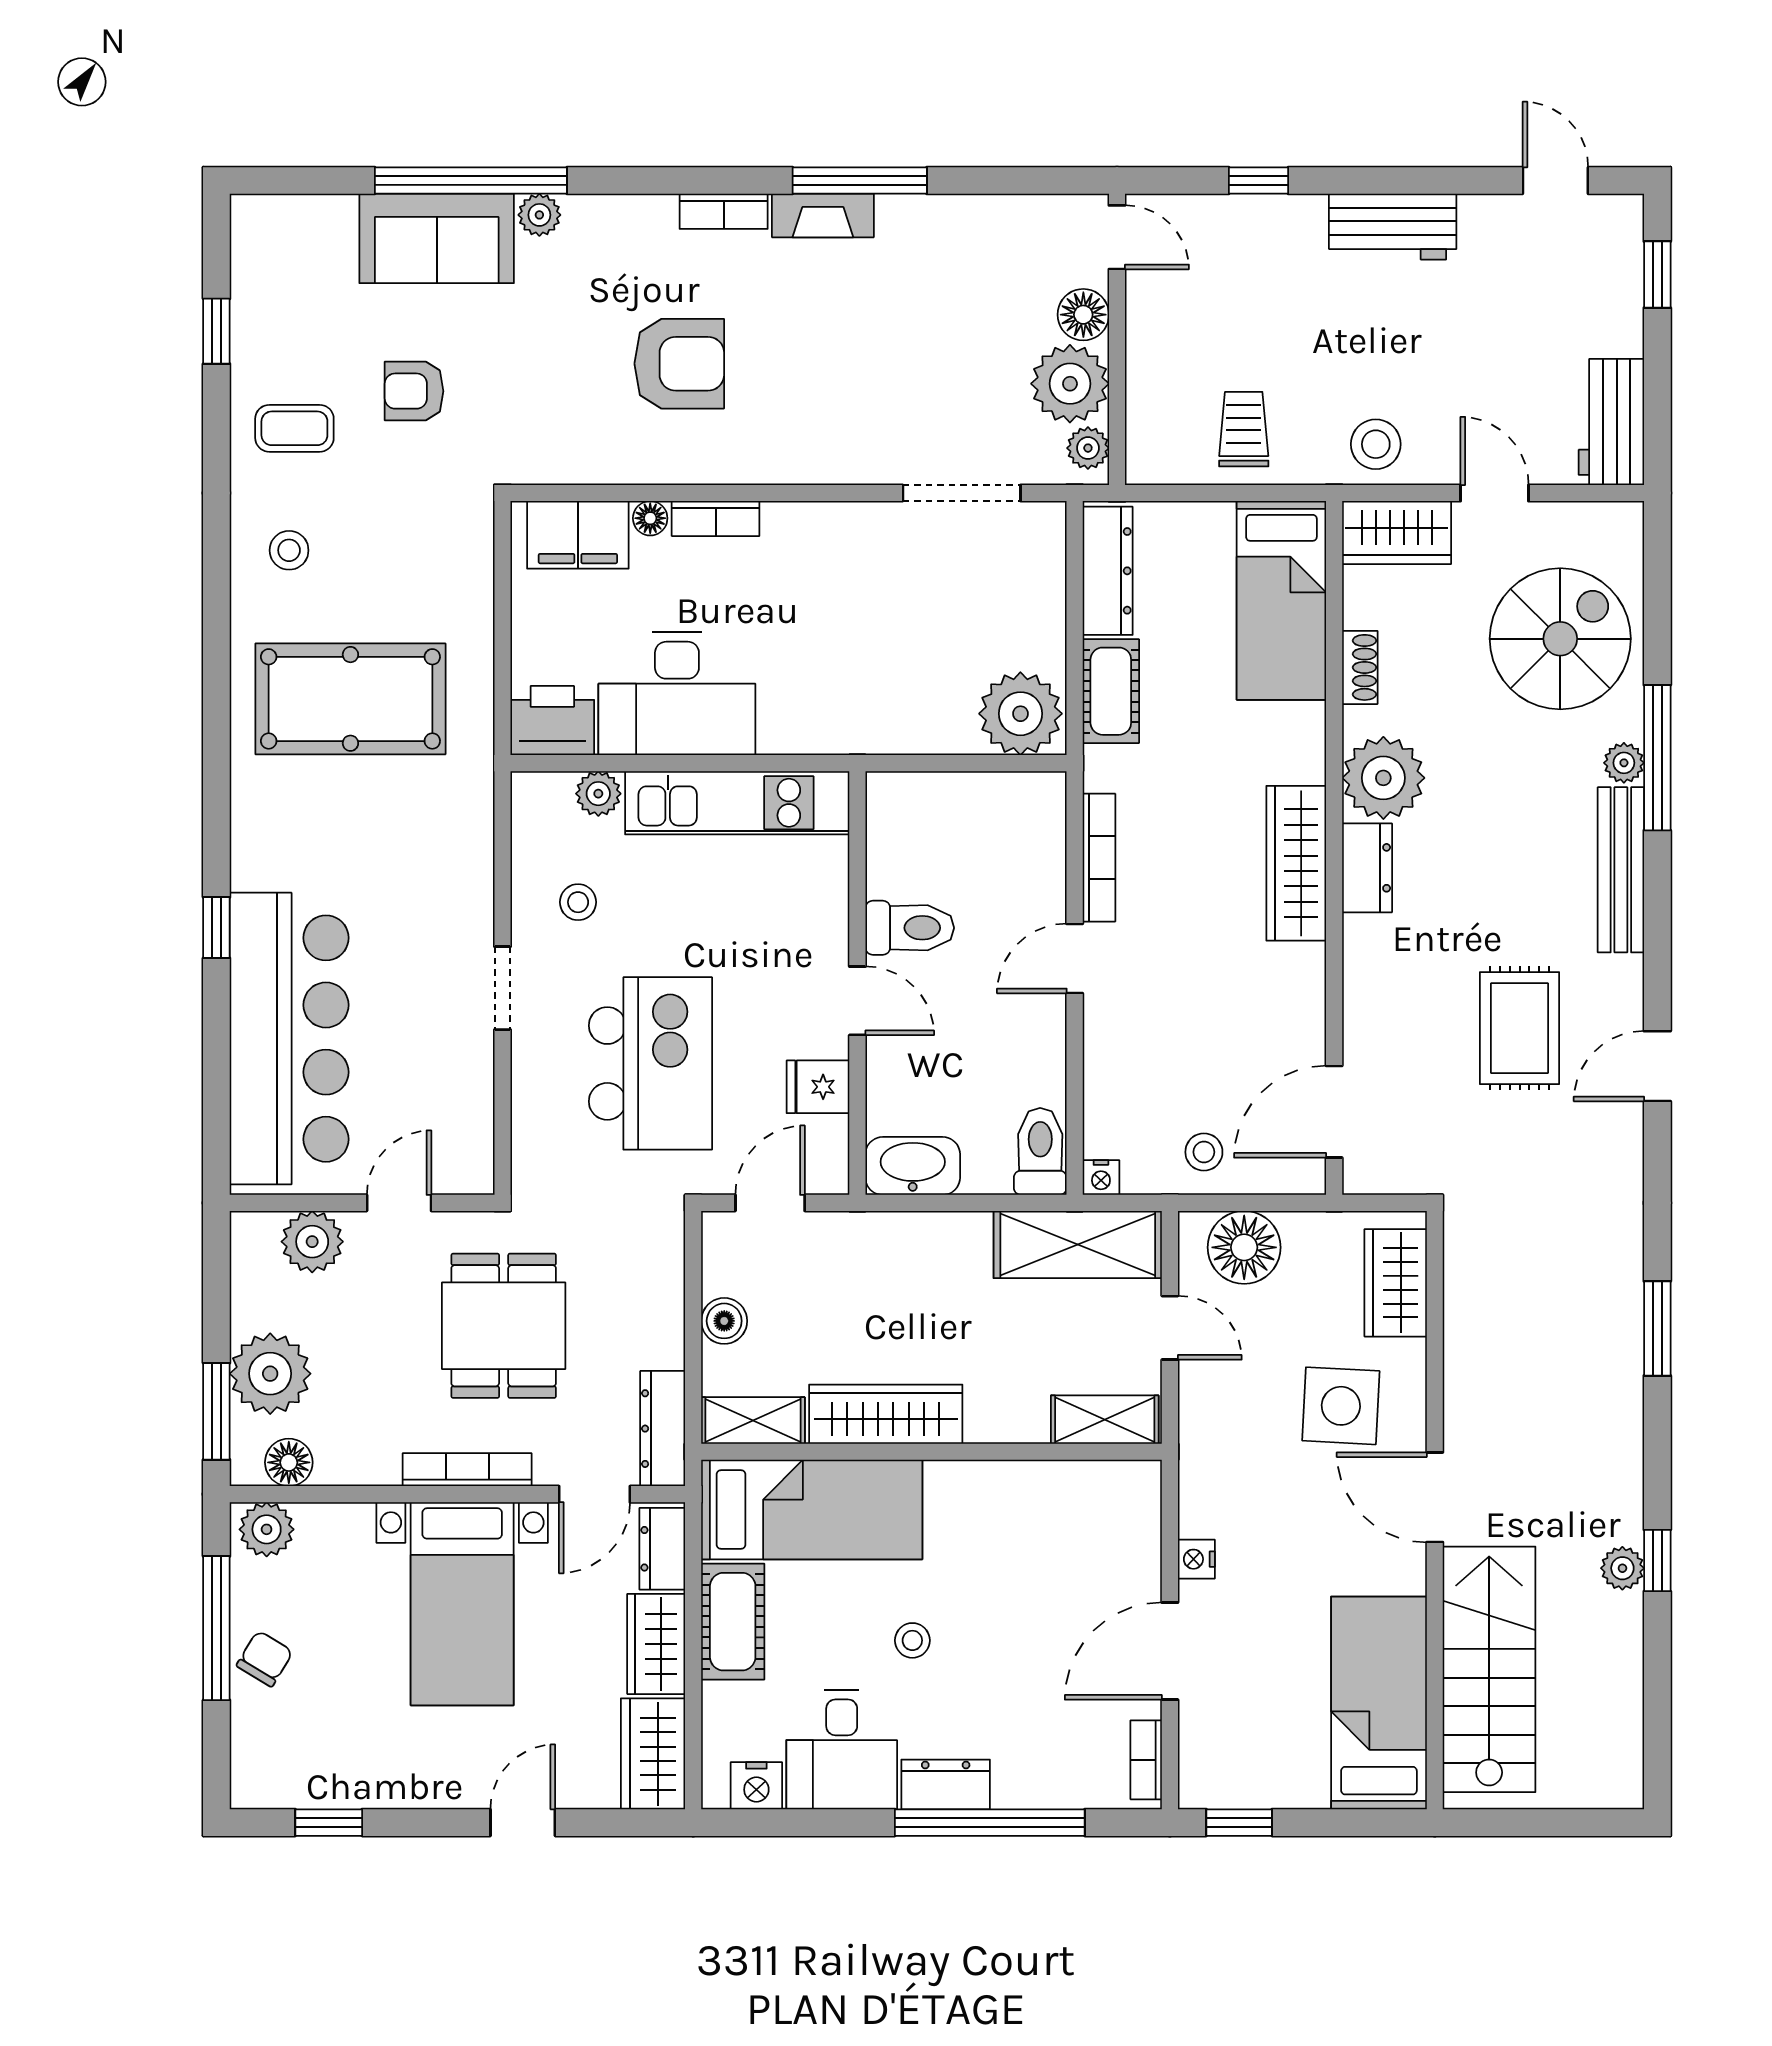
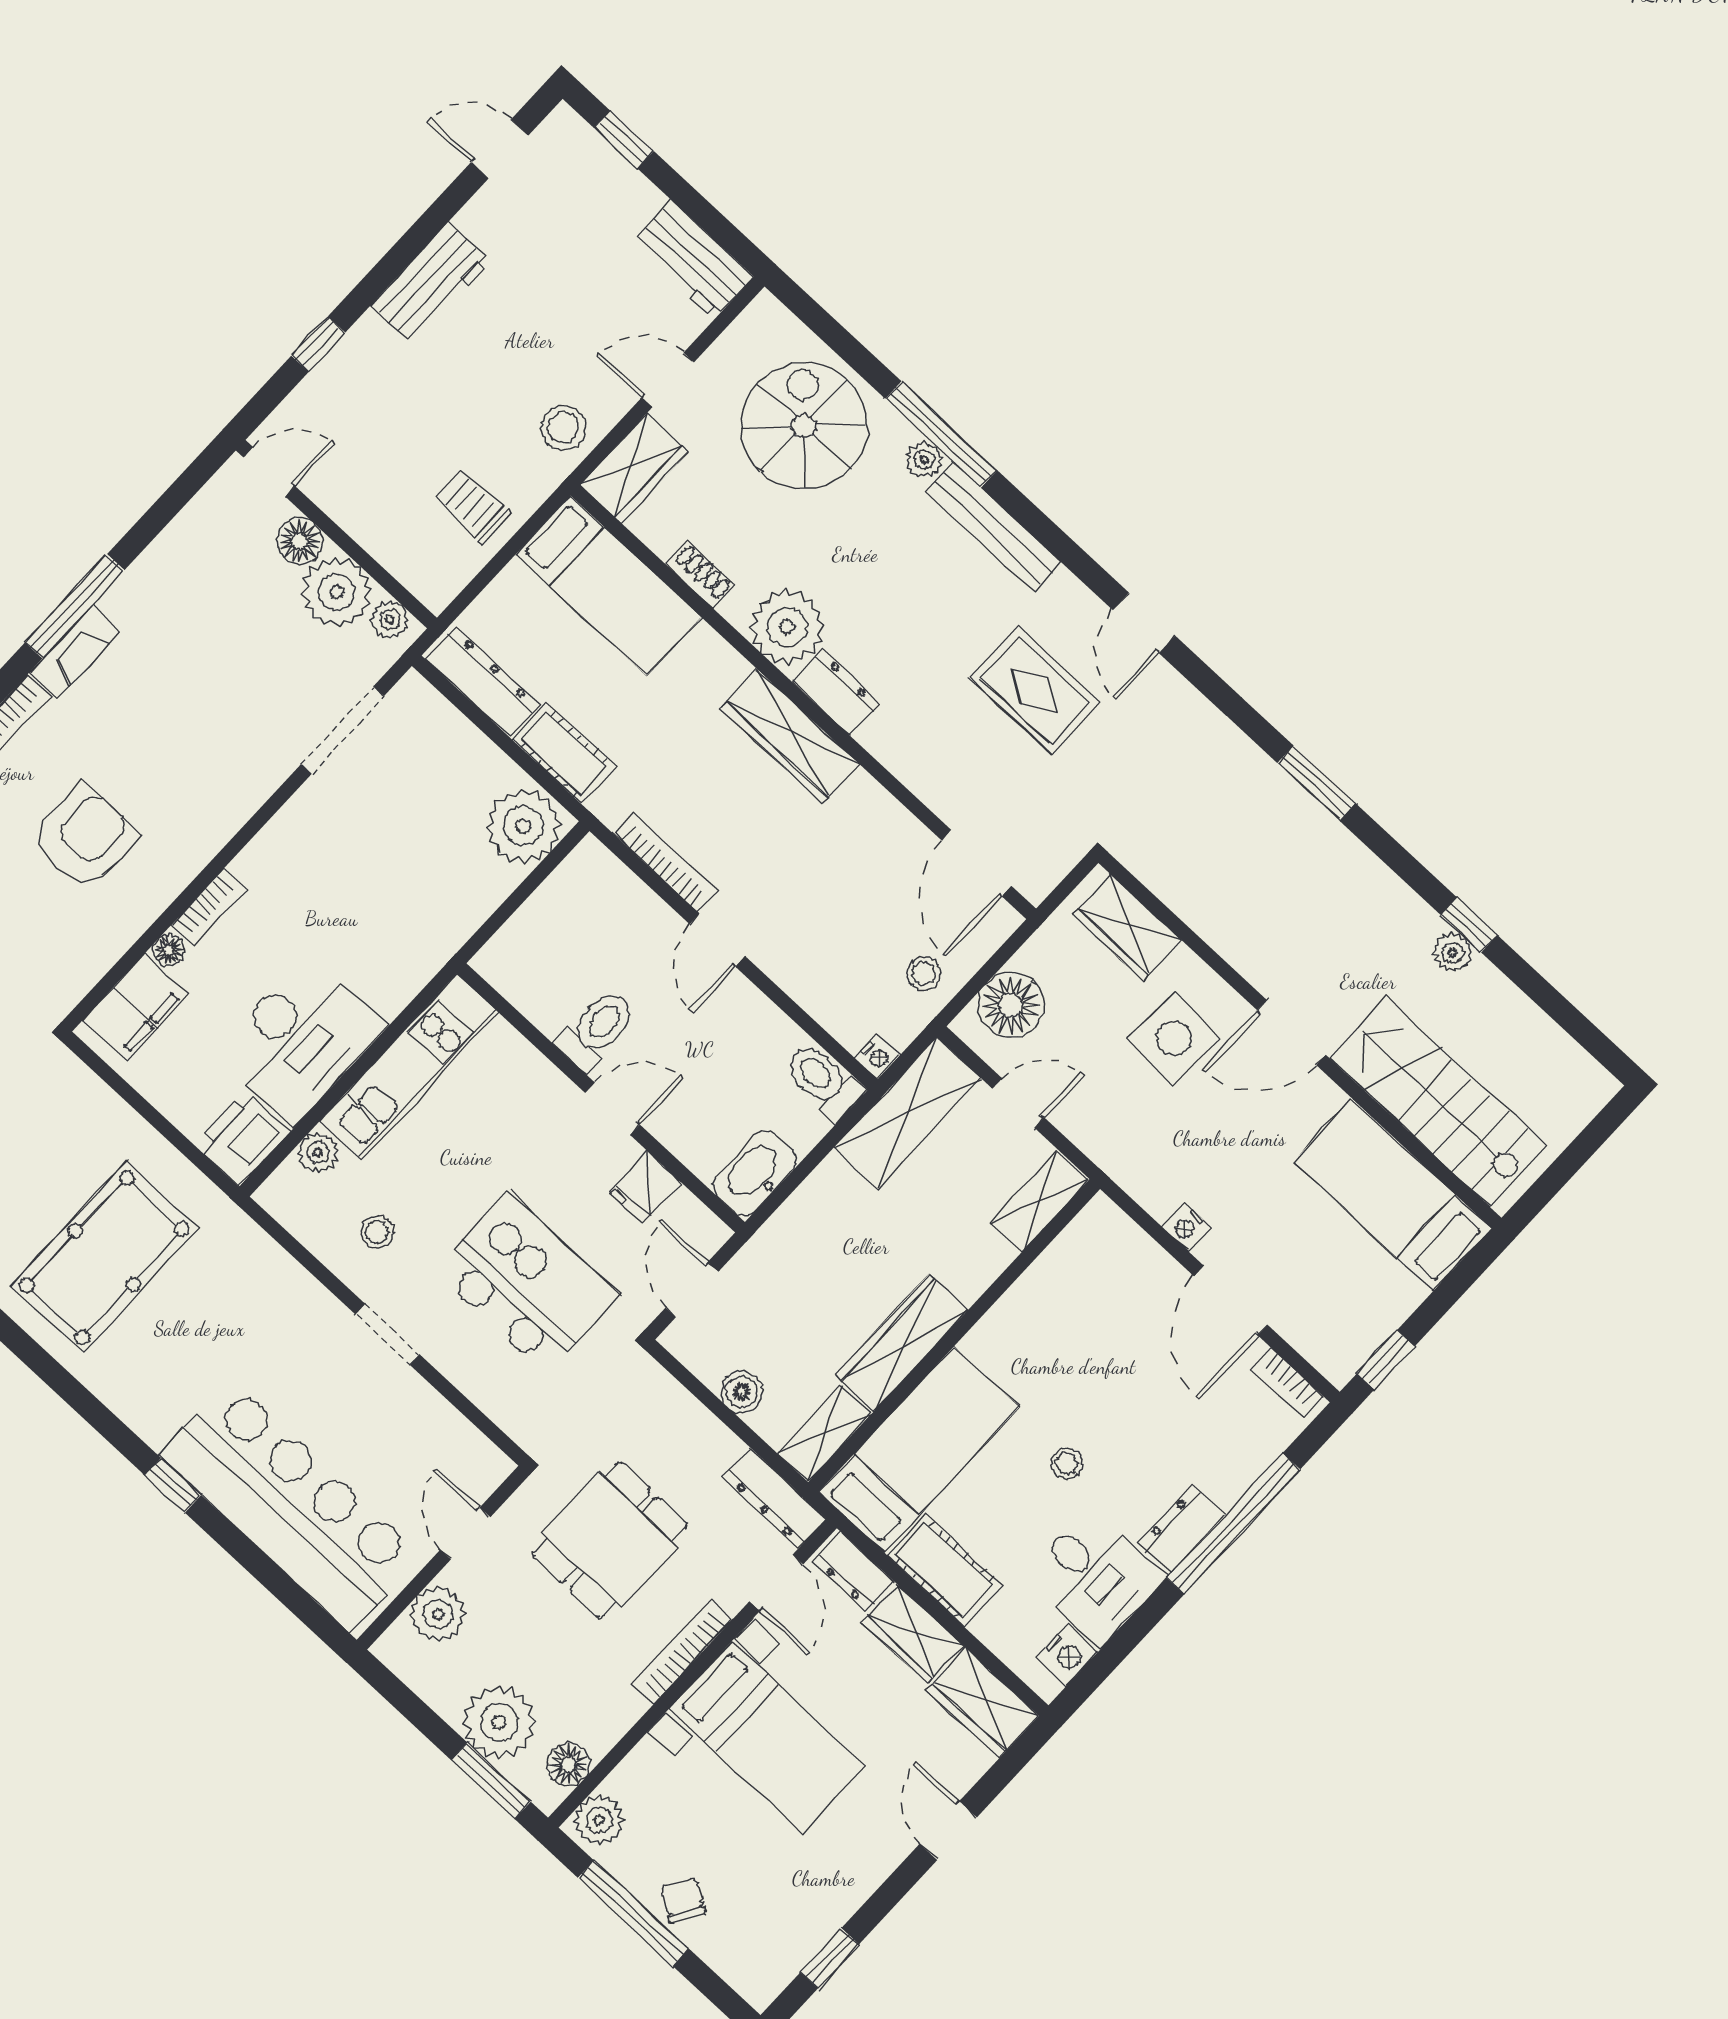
dining table: (504, 1326) -> (610, 1540), turned 90

